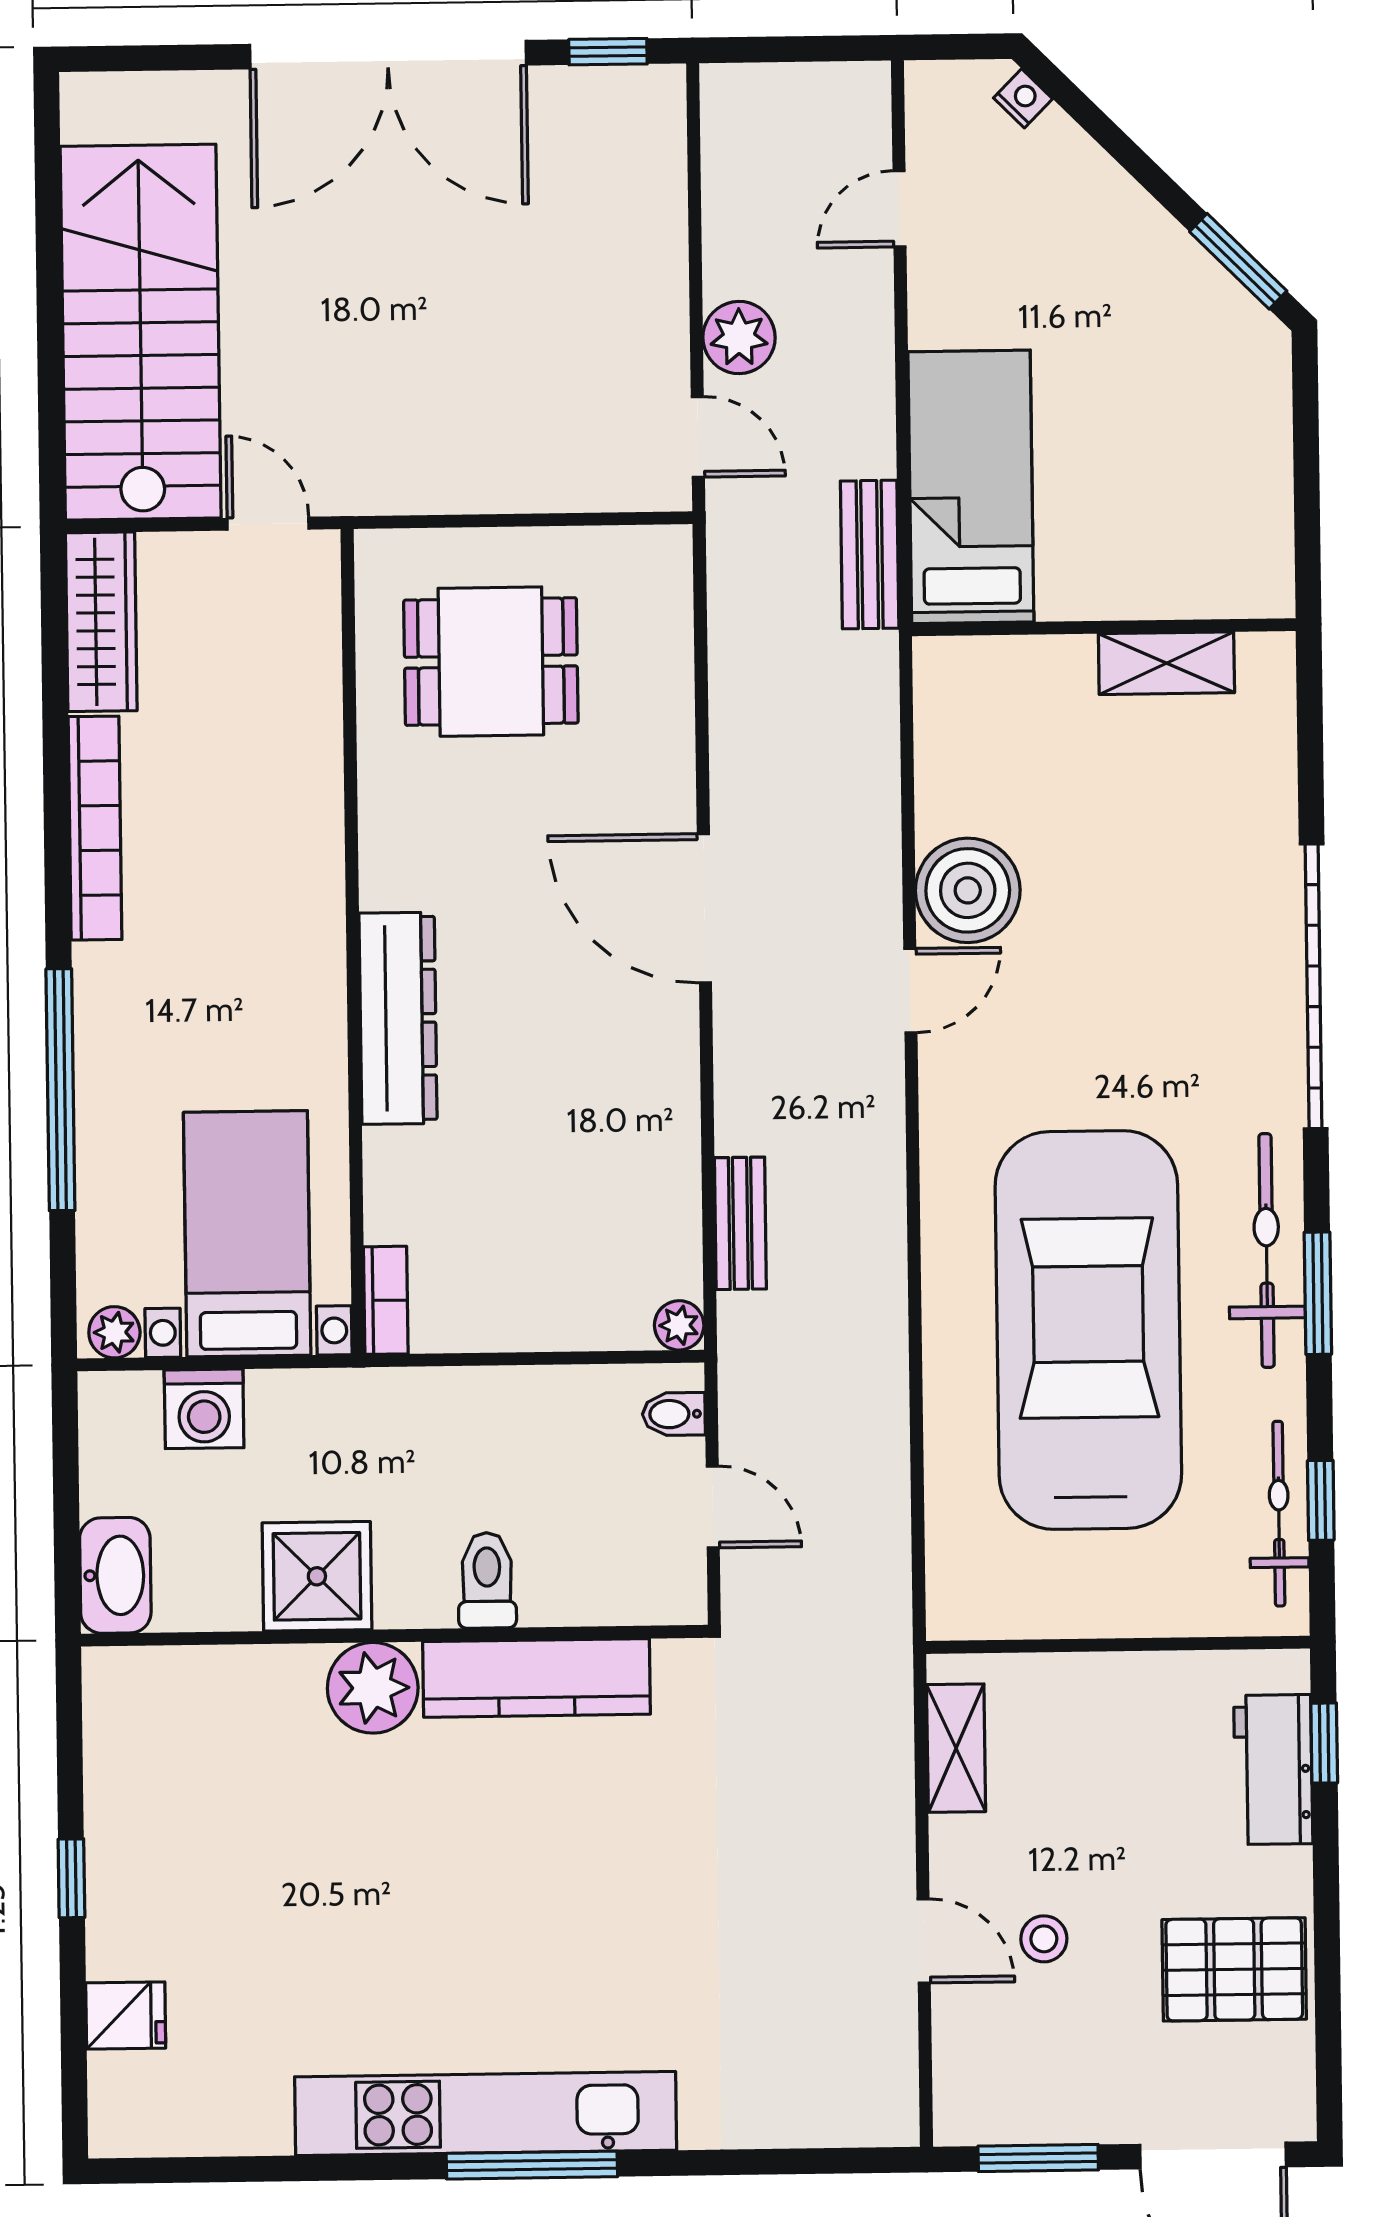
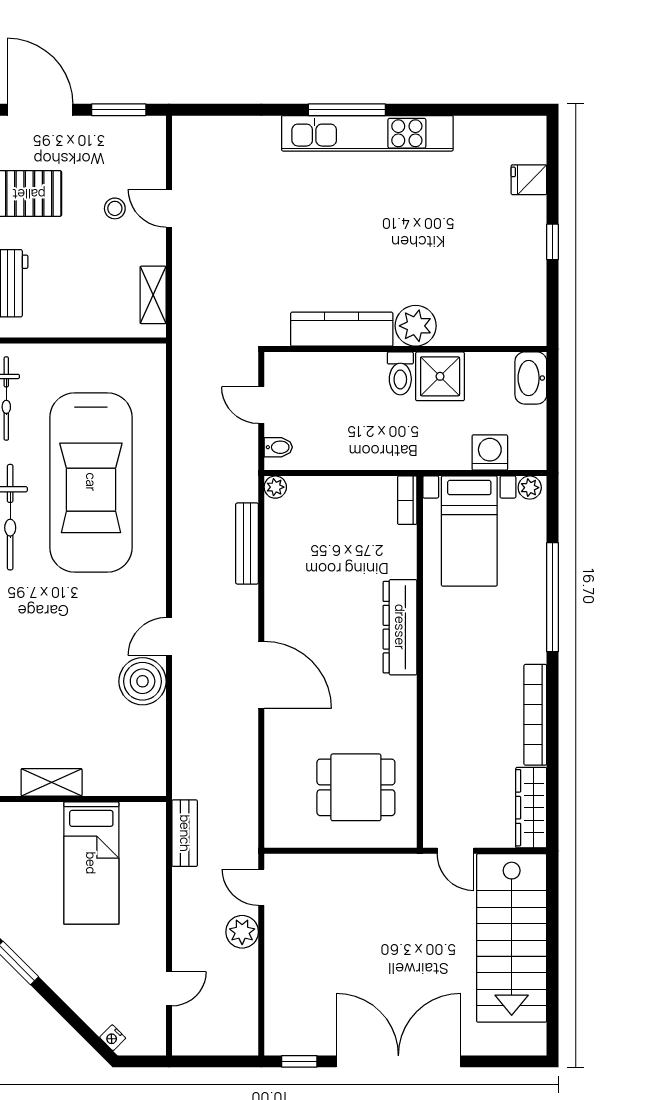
bed: (971, 487) -> (91, 863), moved
bench: (740, 1223) -> (247, 544), width x1.36
toilet: (487, 1580) -> (400, 373), moved

